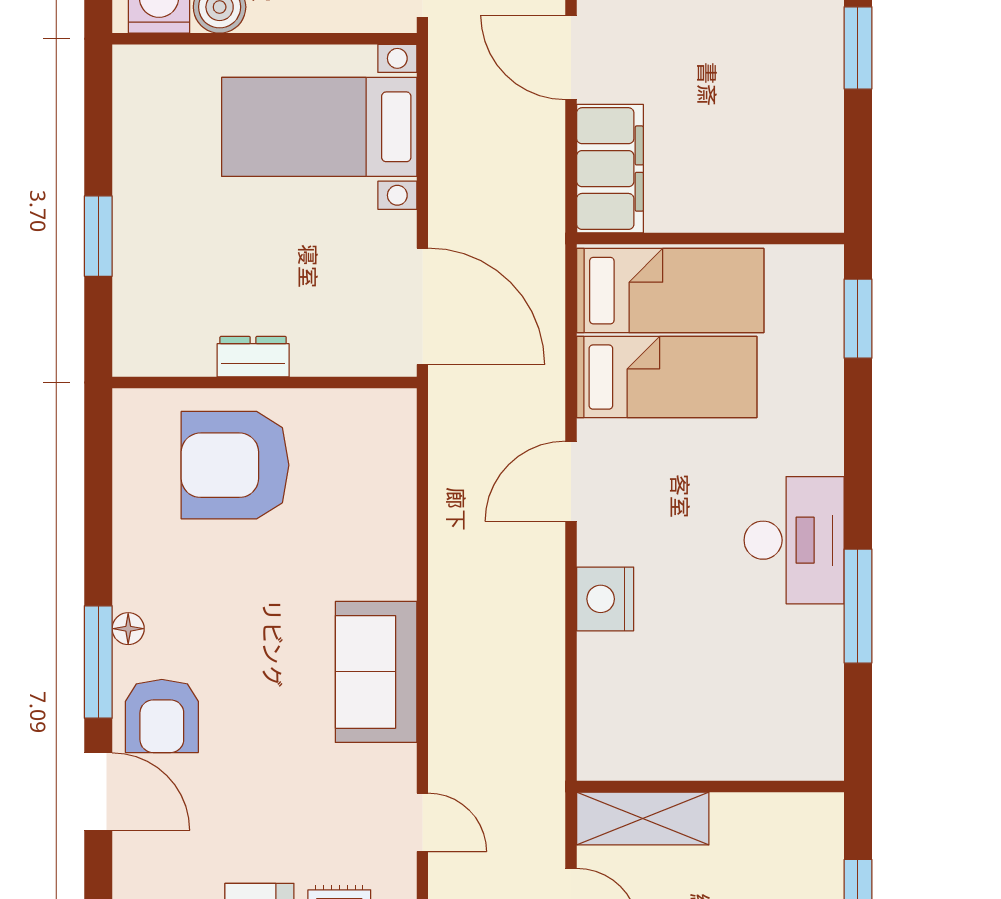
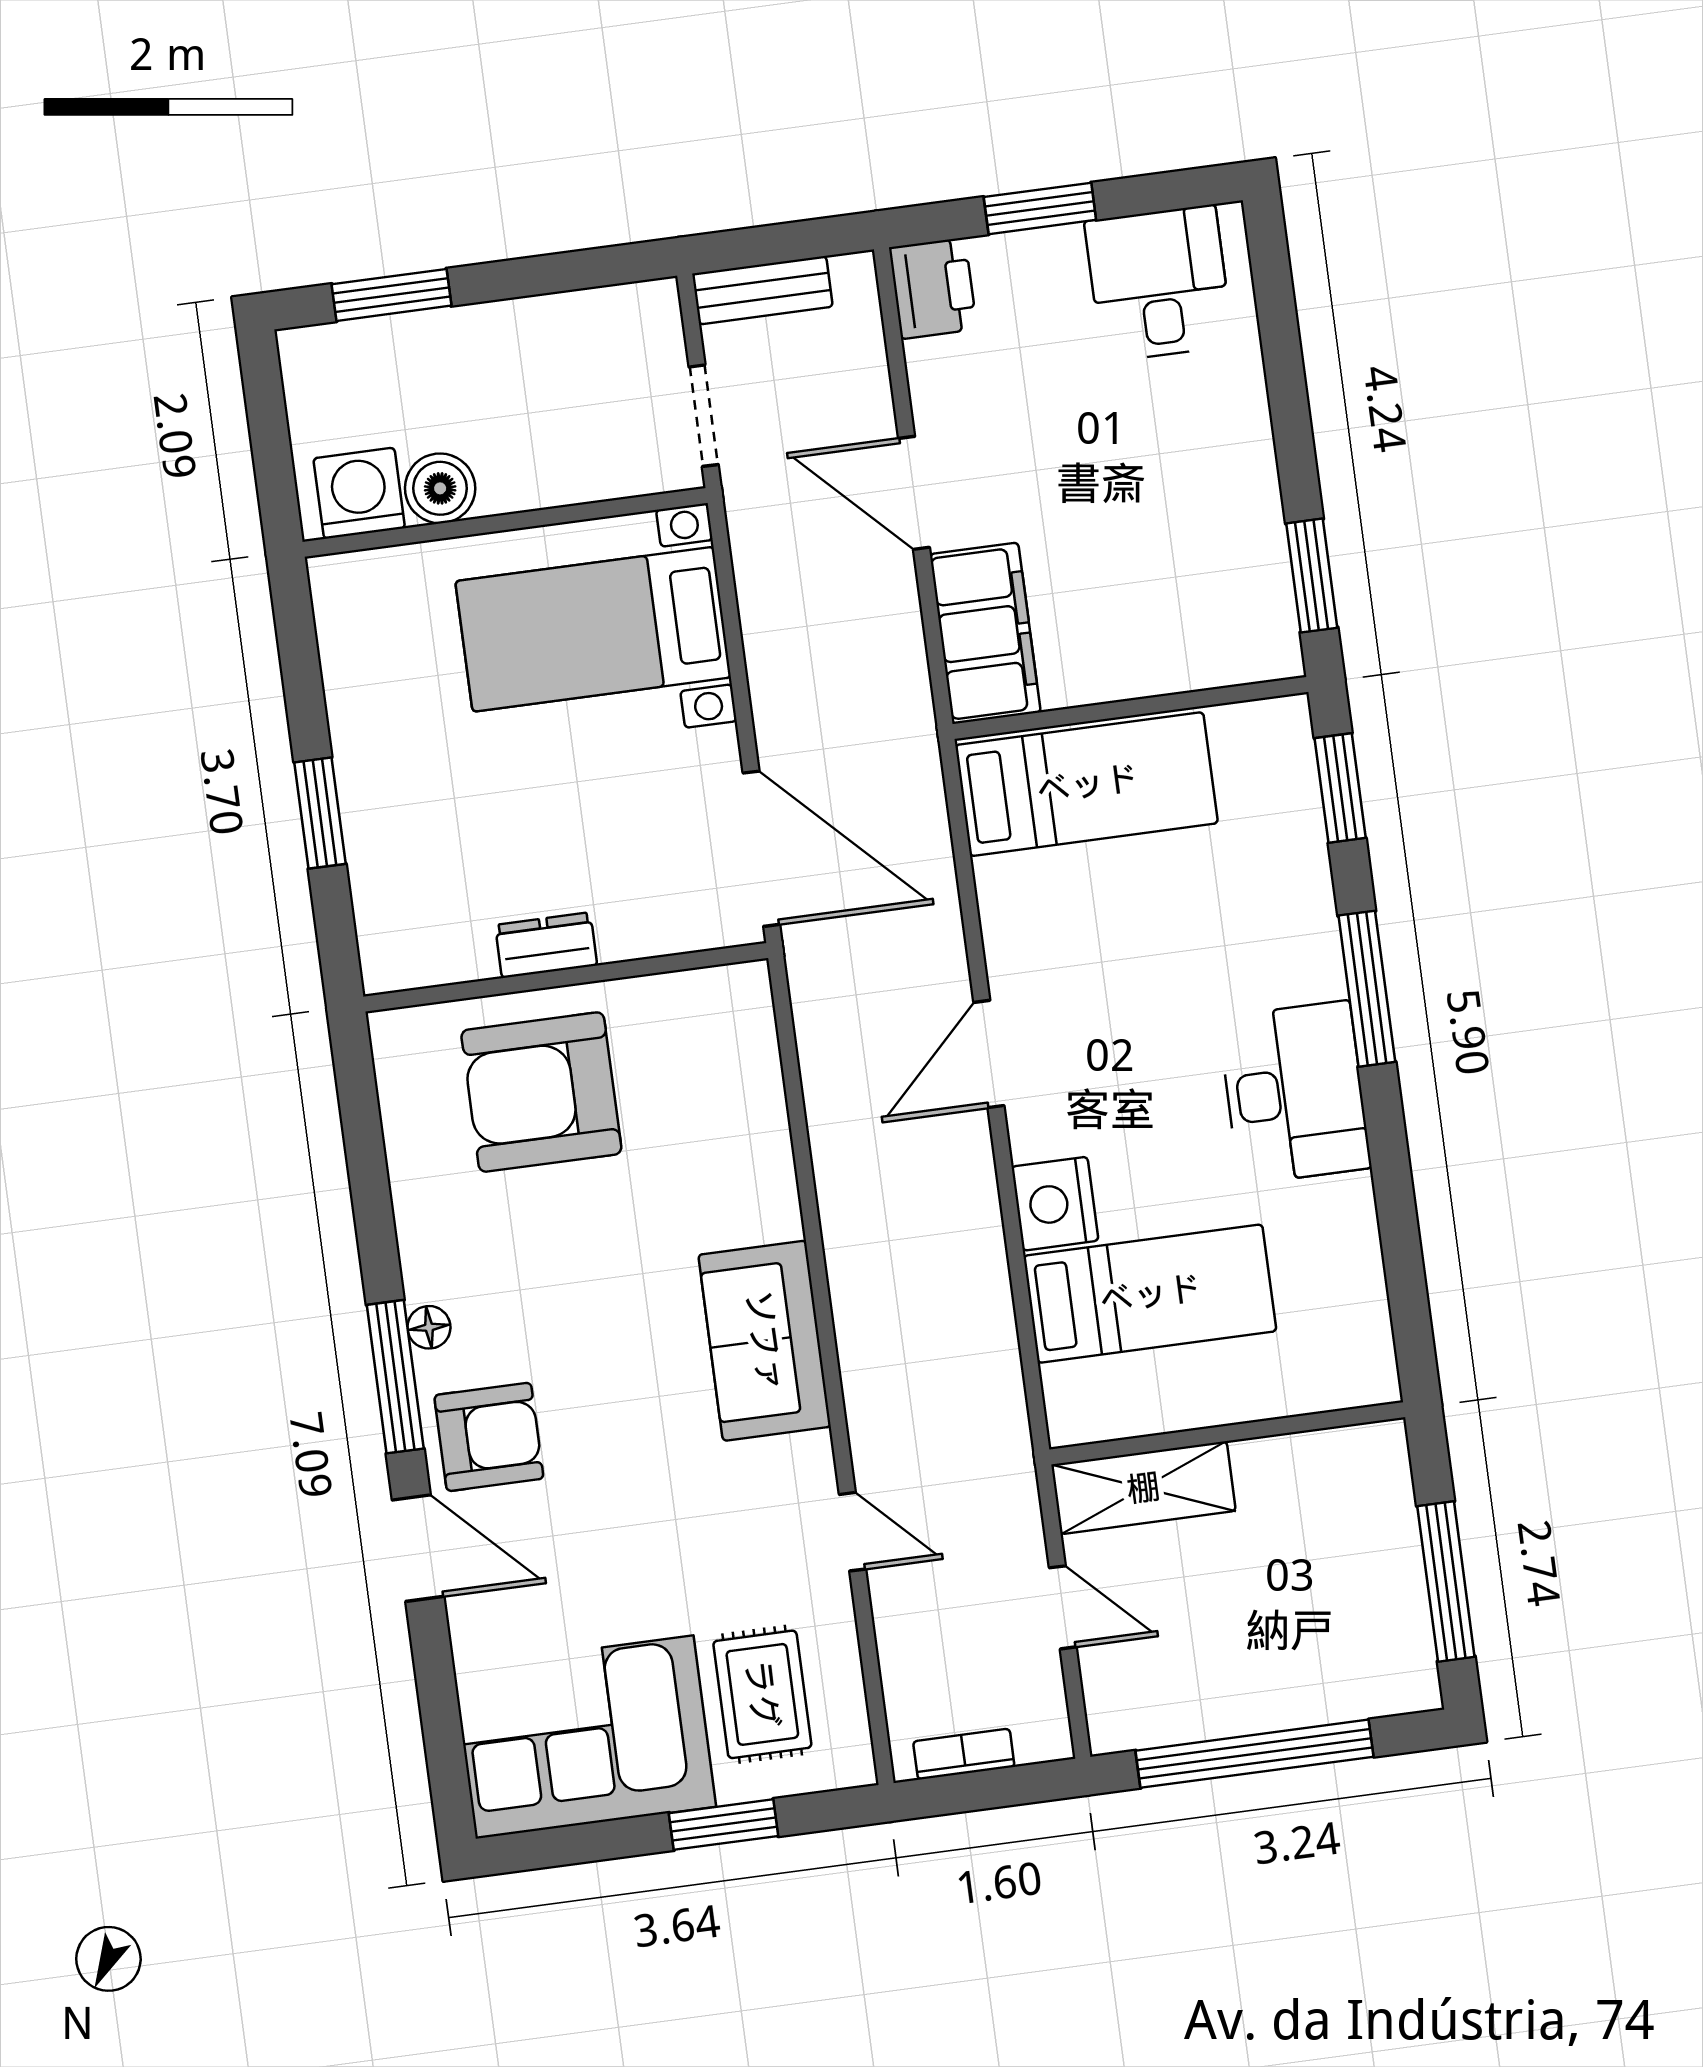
window: (858, 48) -> (1312, 576), moved
bed: (667, 377) -> (1150, 1294), moved
window: (858, 606) -> (1367, 989), moved
armchair: (162, 716) -> (489, 1437), turned -90

